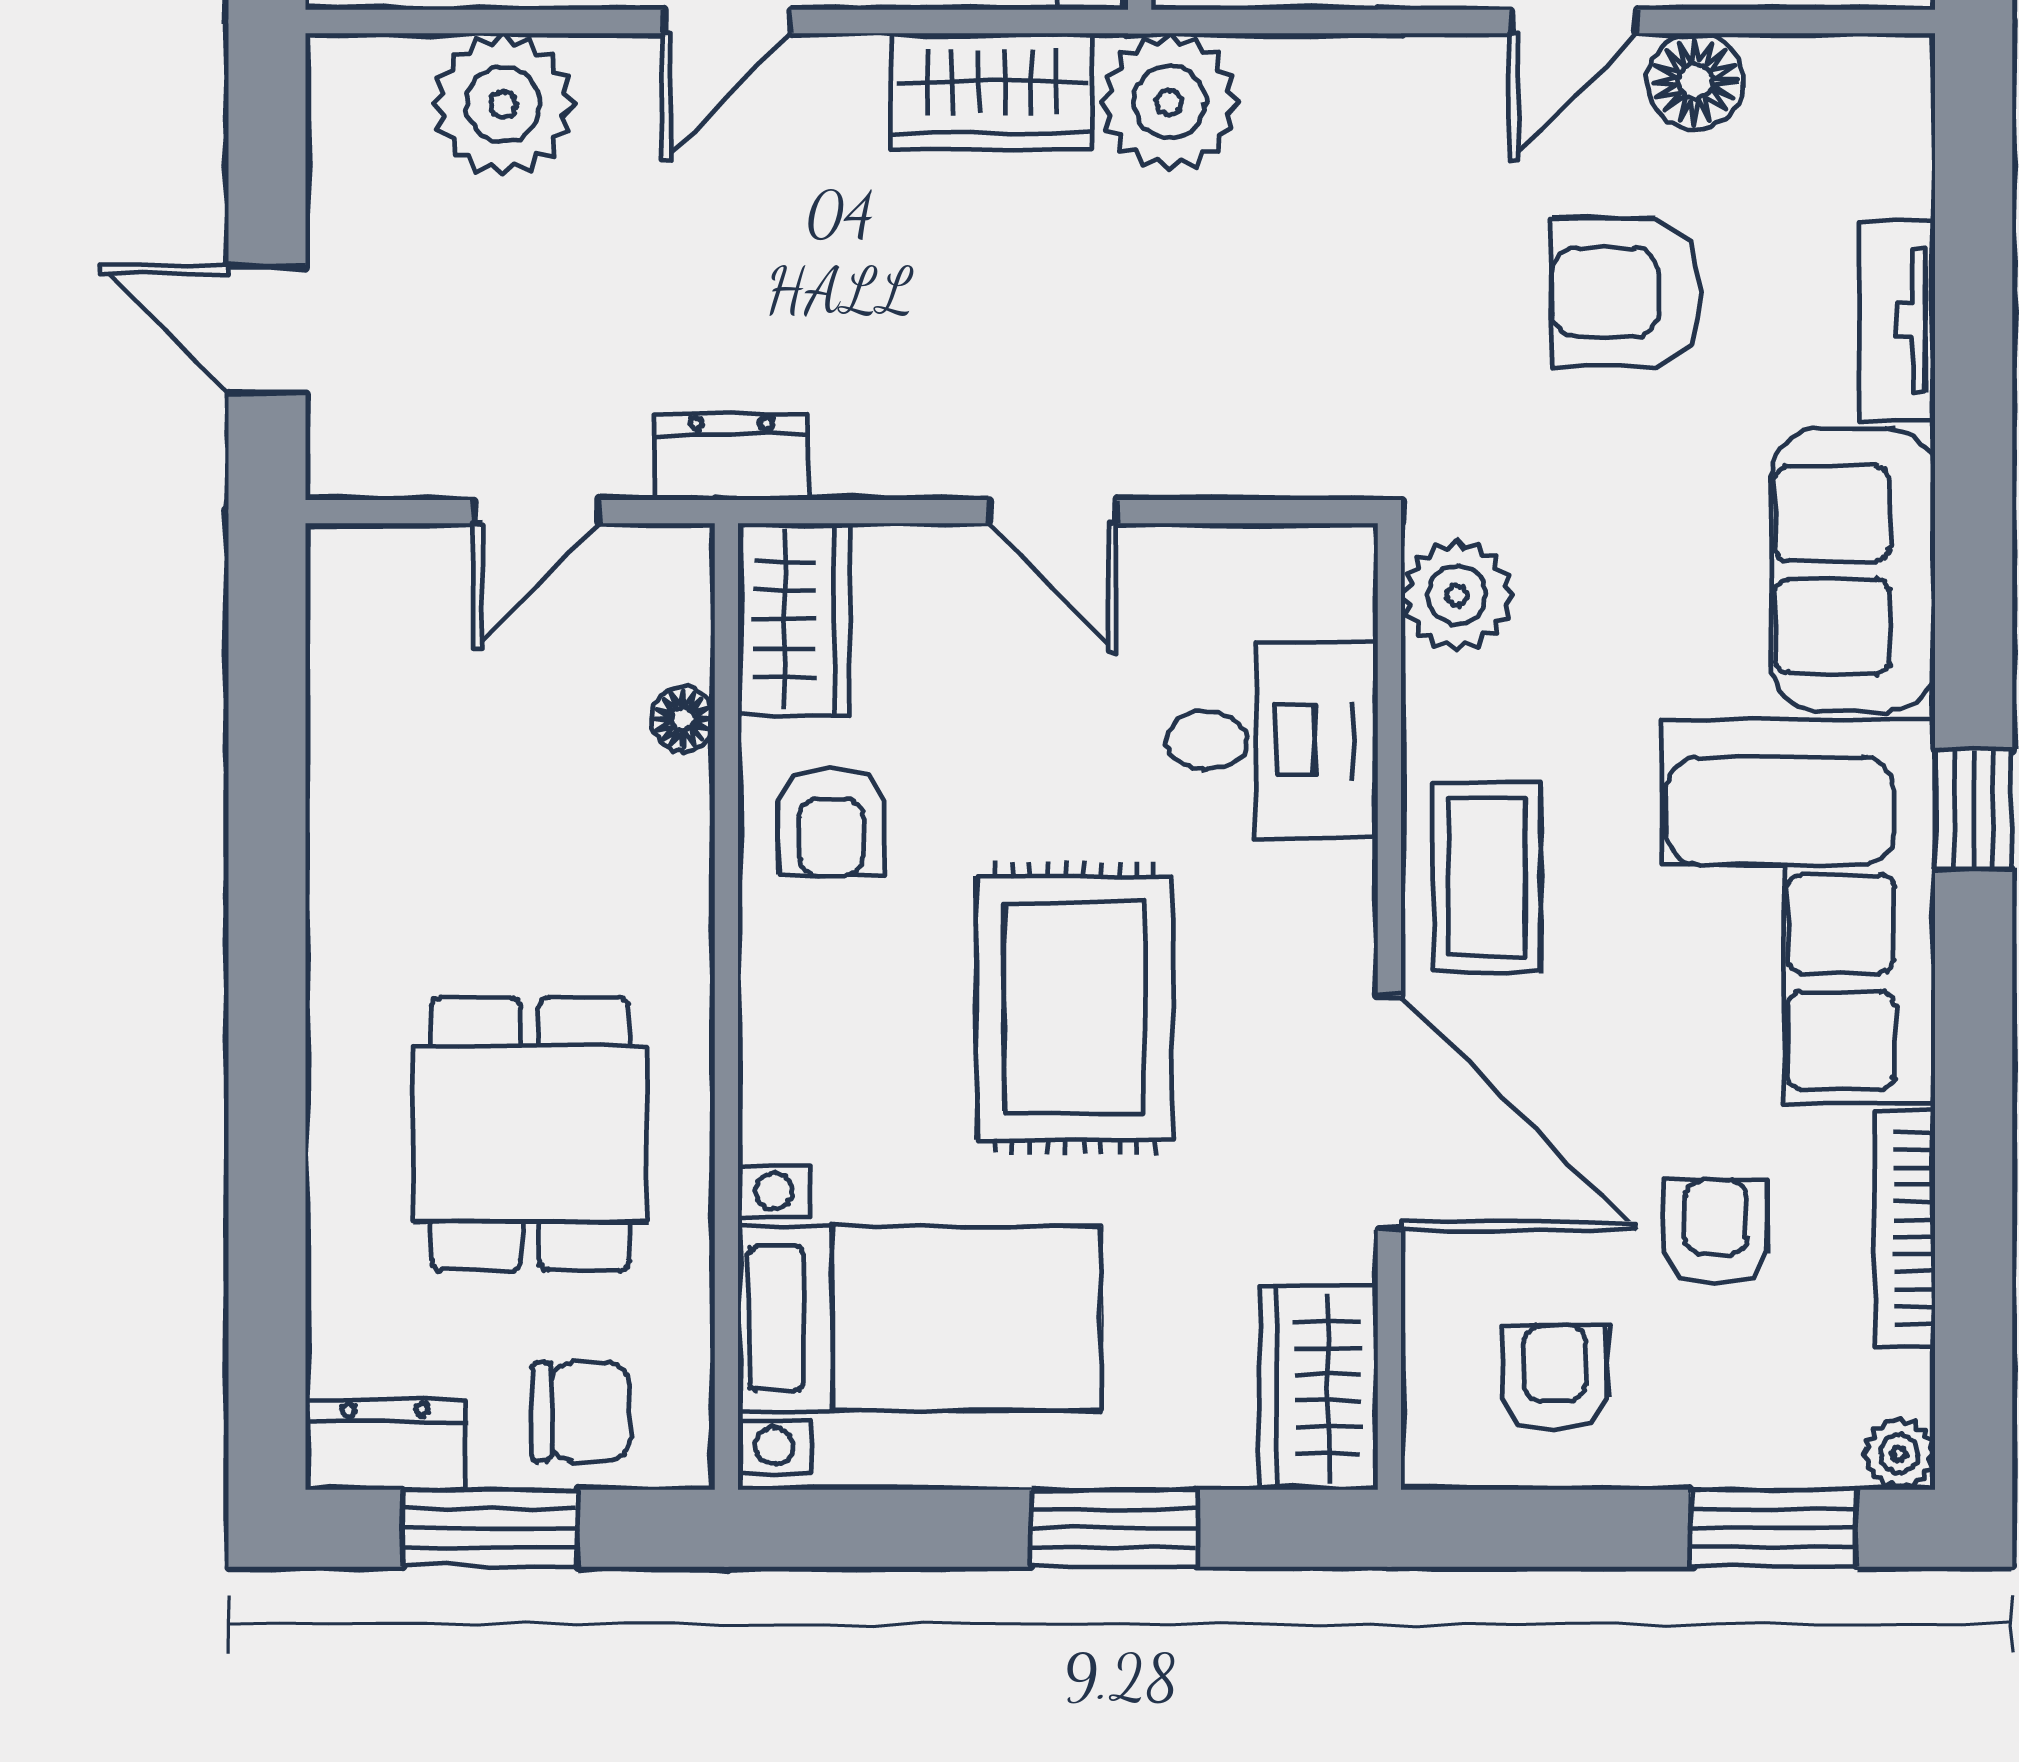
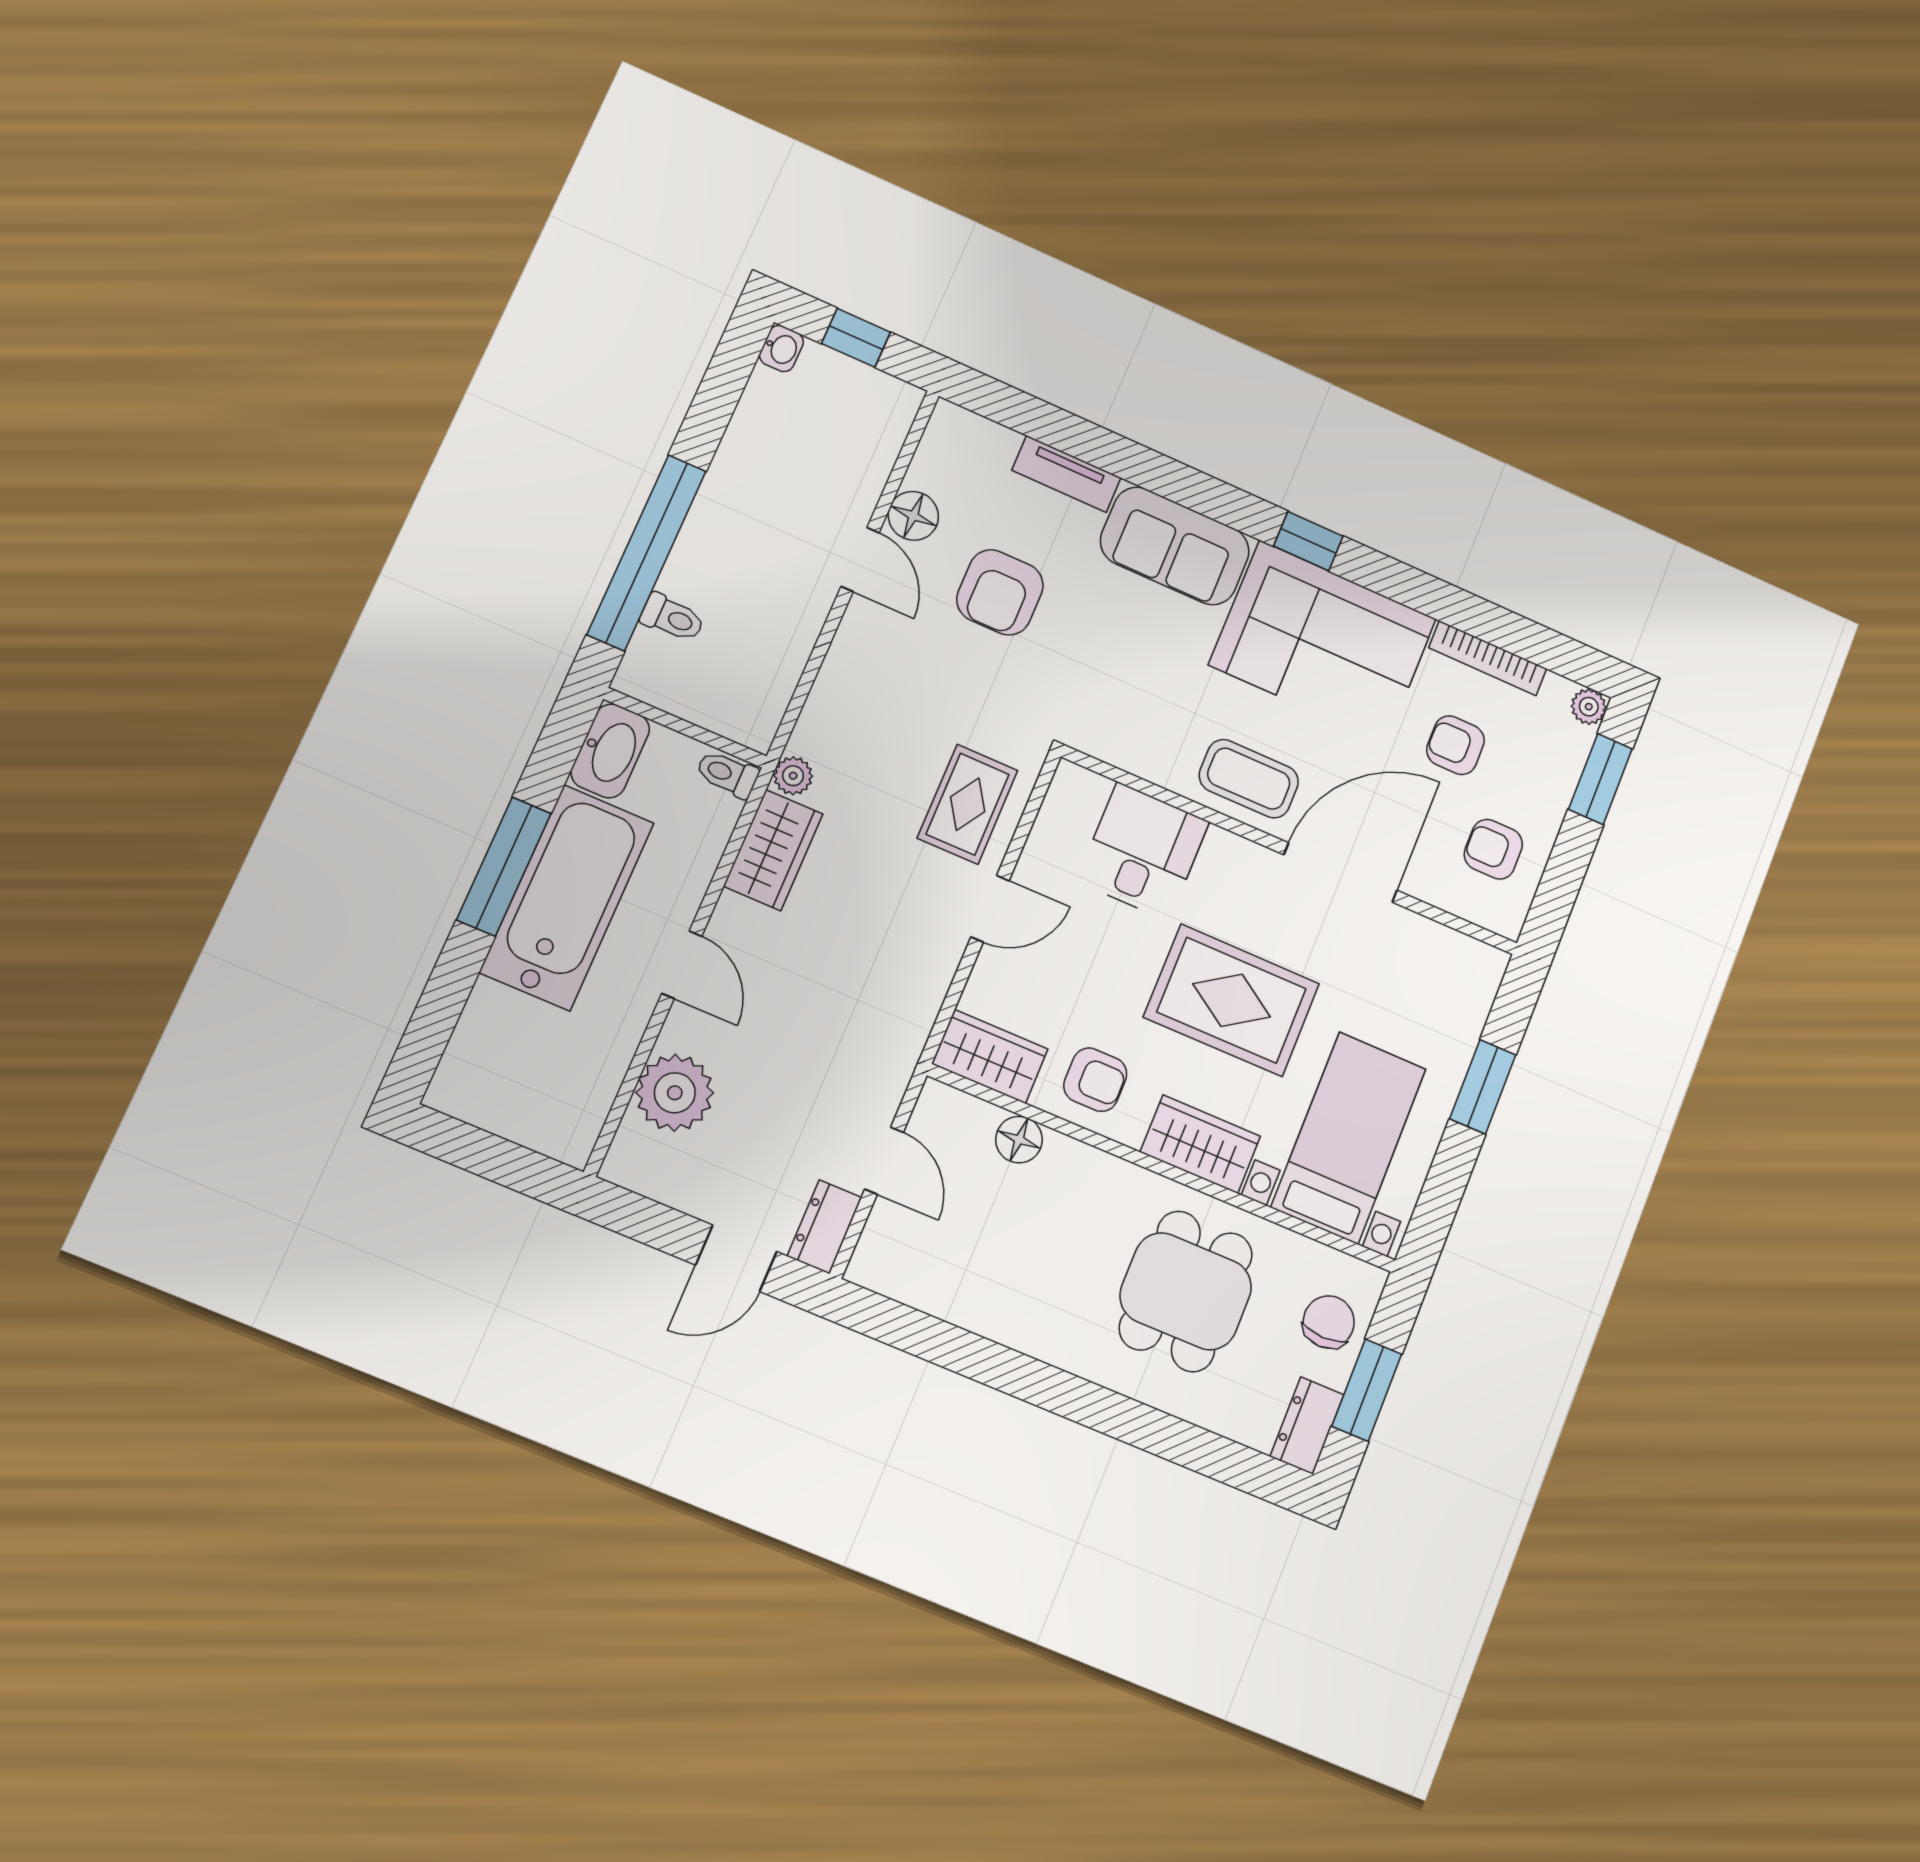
plant: (1169, 102) -> (793, 776), width x0.53, depth x0.53
rug: (1220, 395) -> (968, 804), added
dresser: (731, 457) -> (824, 1227), moved
plant: (1457, 595) -> (1110, 734), removed
floor lamp: (683, 719) -> (1019, 1140), width x1.37, depth x1.37
dining table: (530, 1134) -> (1186, 1291), turned 90
wardrobe: (1319, 1388) -> (1200, 1144), moved, turned 180

